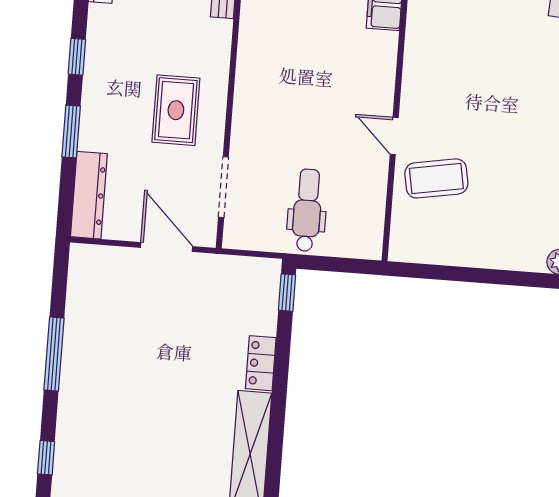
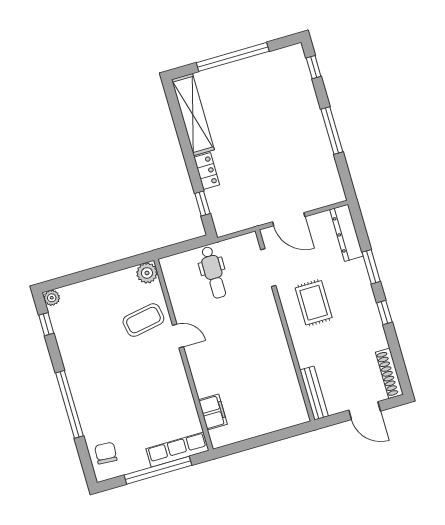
plant: (405, 246) -> (147, 273), added
window: (287, 293) -> (202, 203), moved

